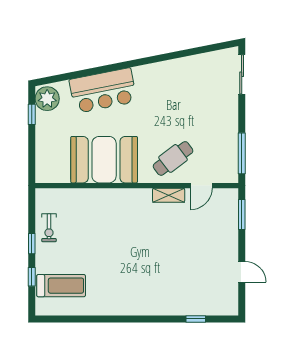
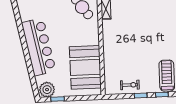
bar counter: (103, 91) -> (39, 47), width x1.36
booth: (104, 160) -> (85, 67), moved

